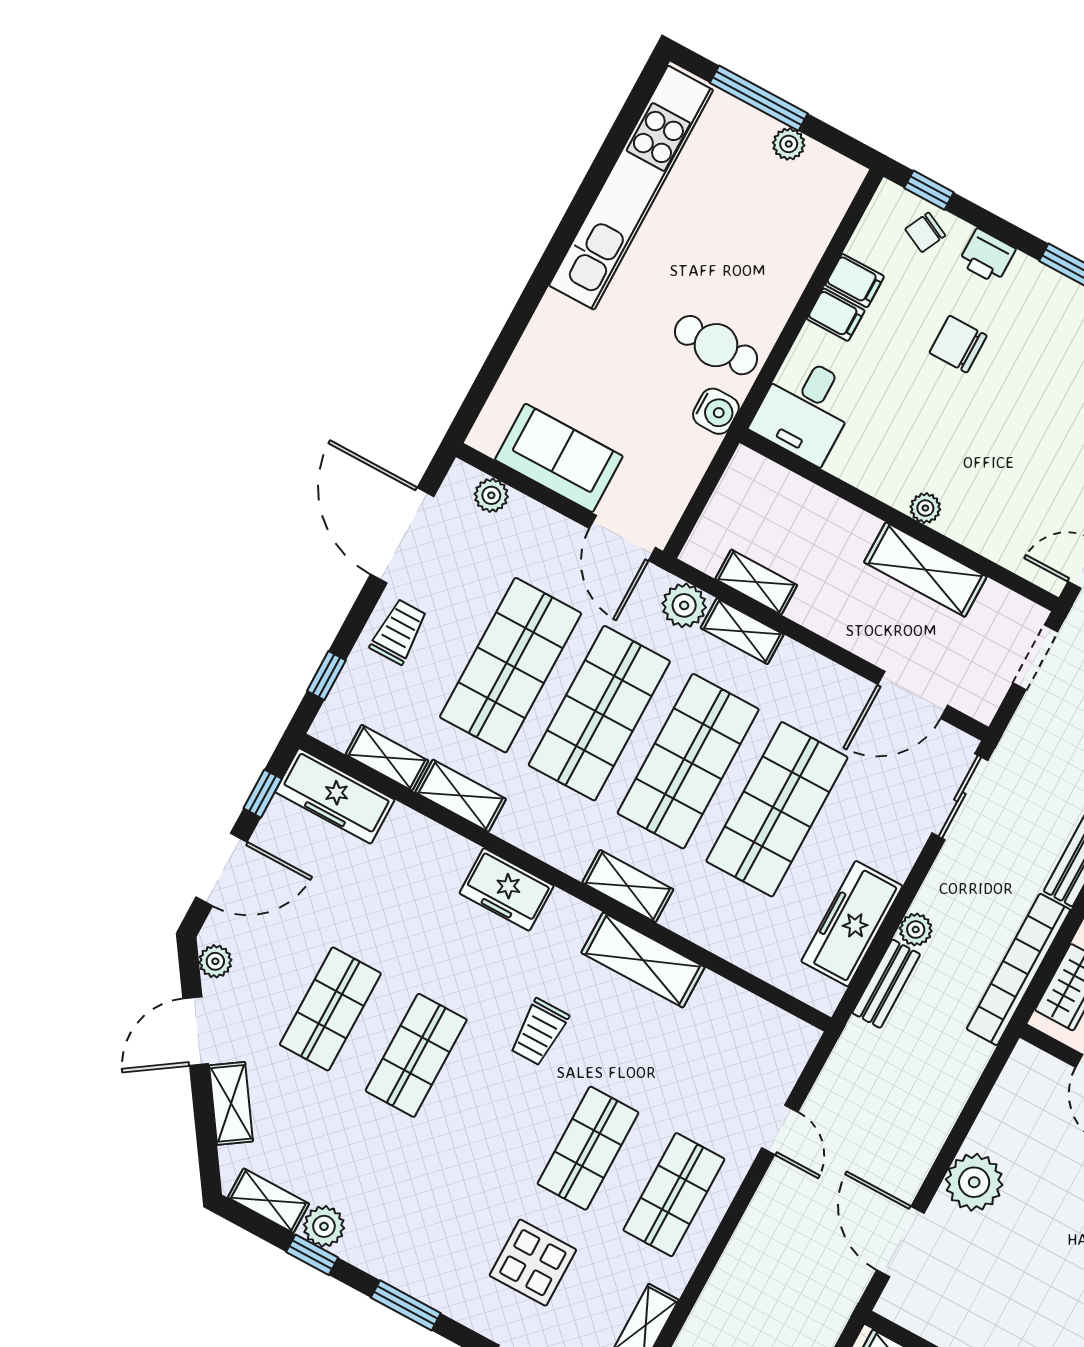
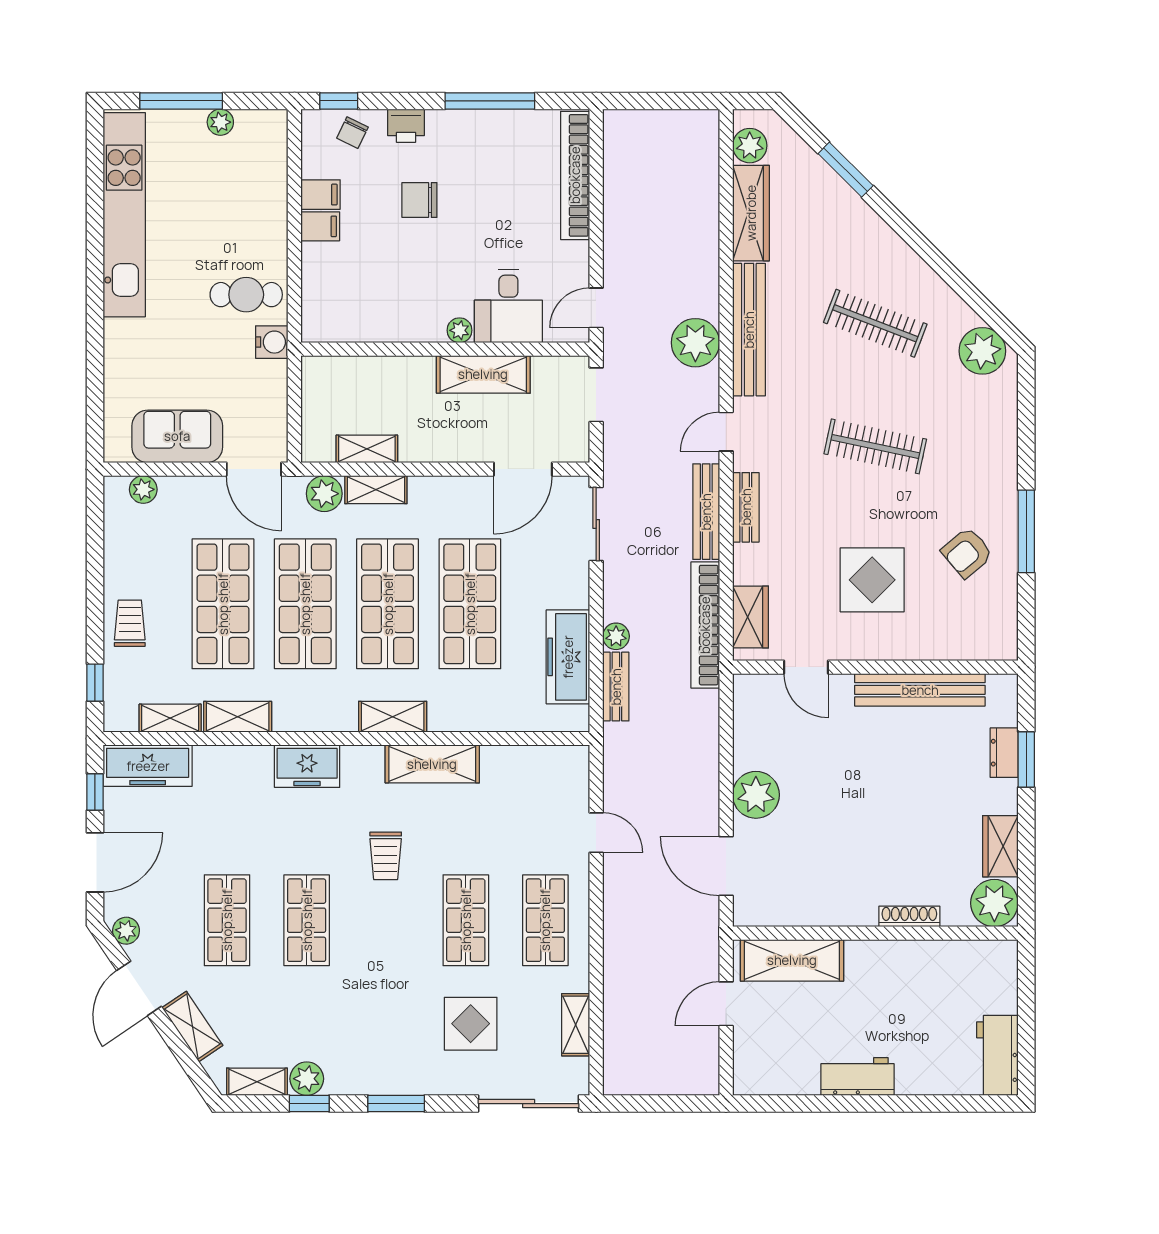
desk: (805, 409) -> (508, 306), moved
door: (402, 535) -> (95, 553), removed

